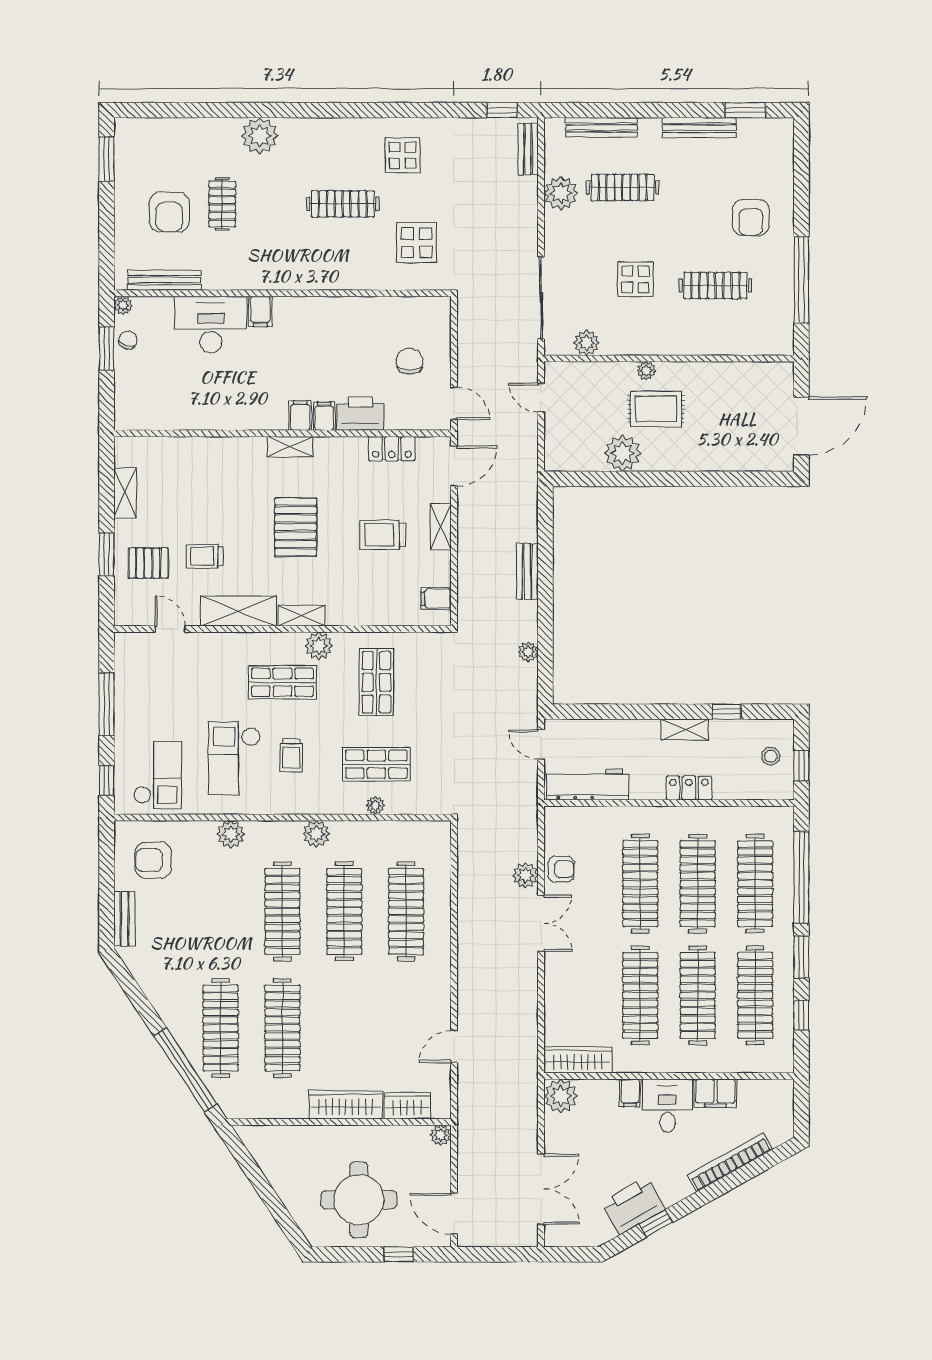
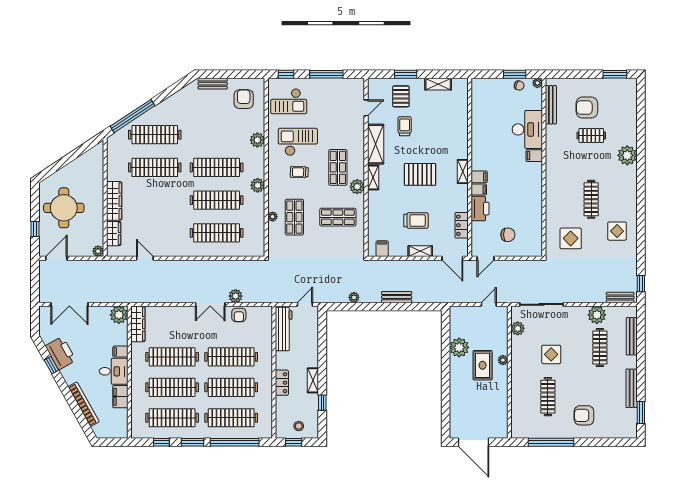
trolley: (383, 535) -> (416, 220), turned 90

